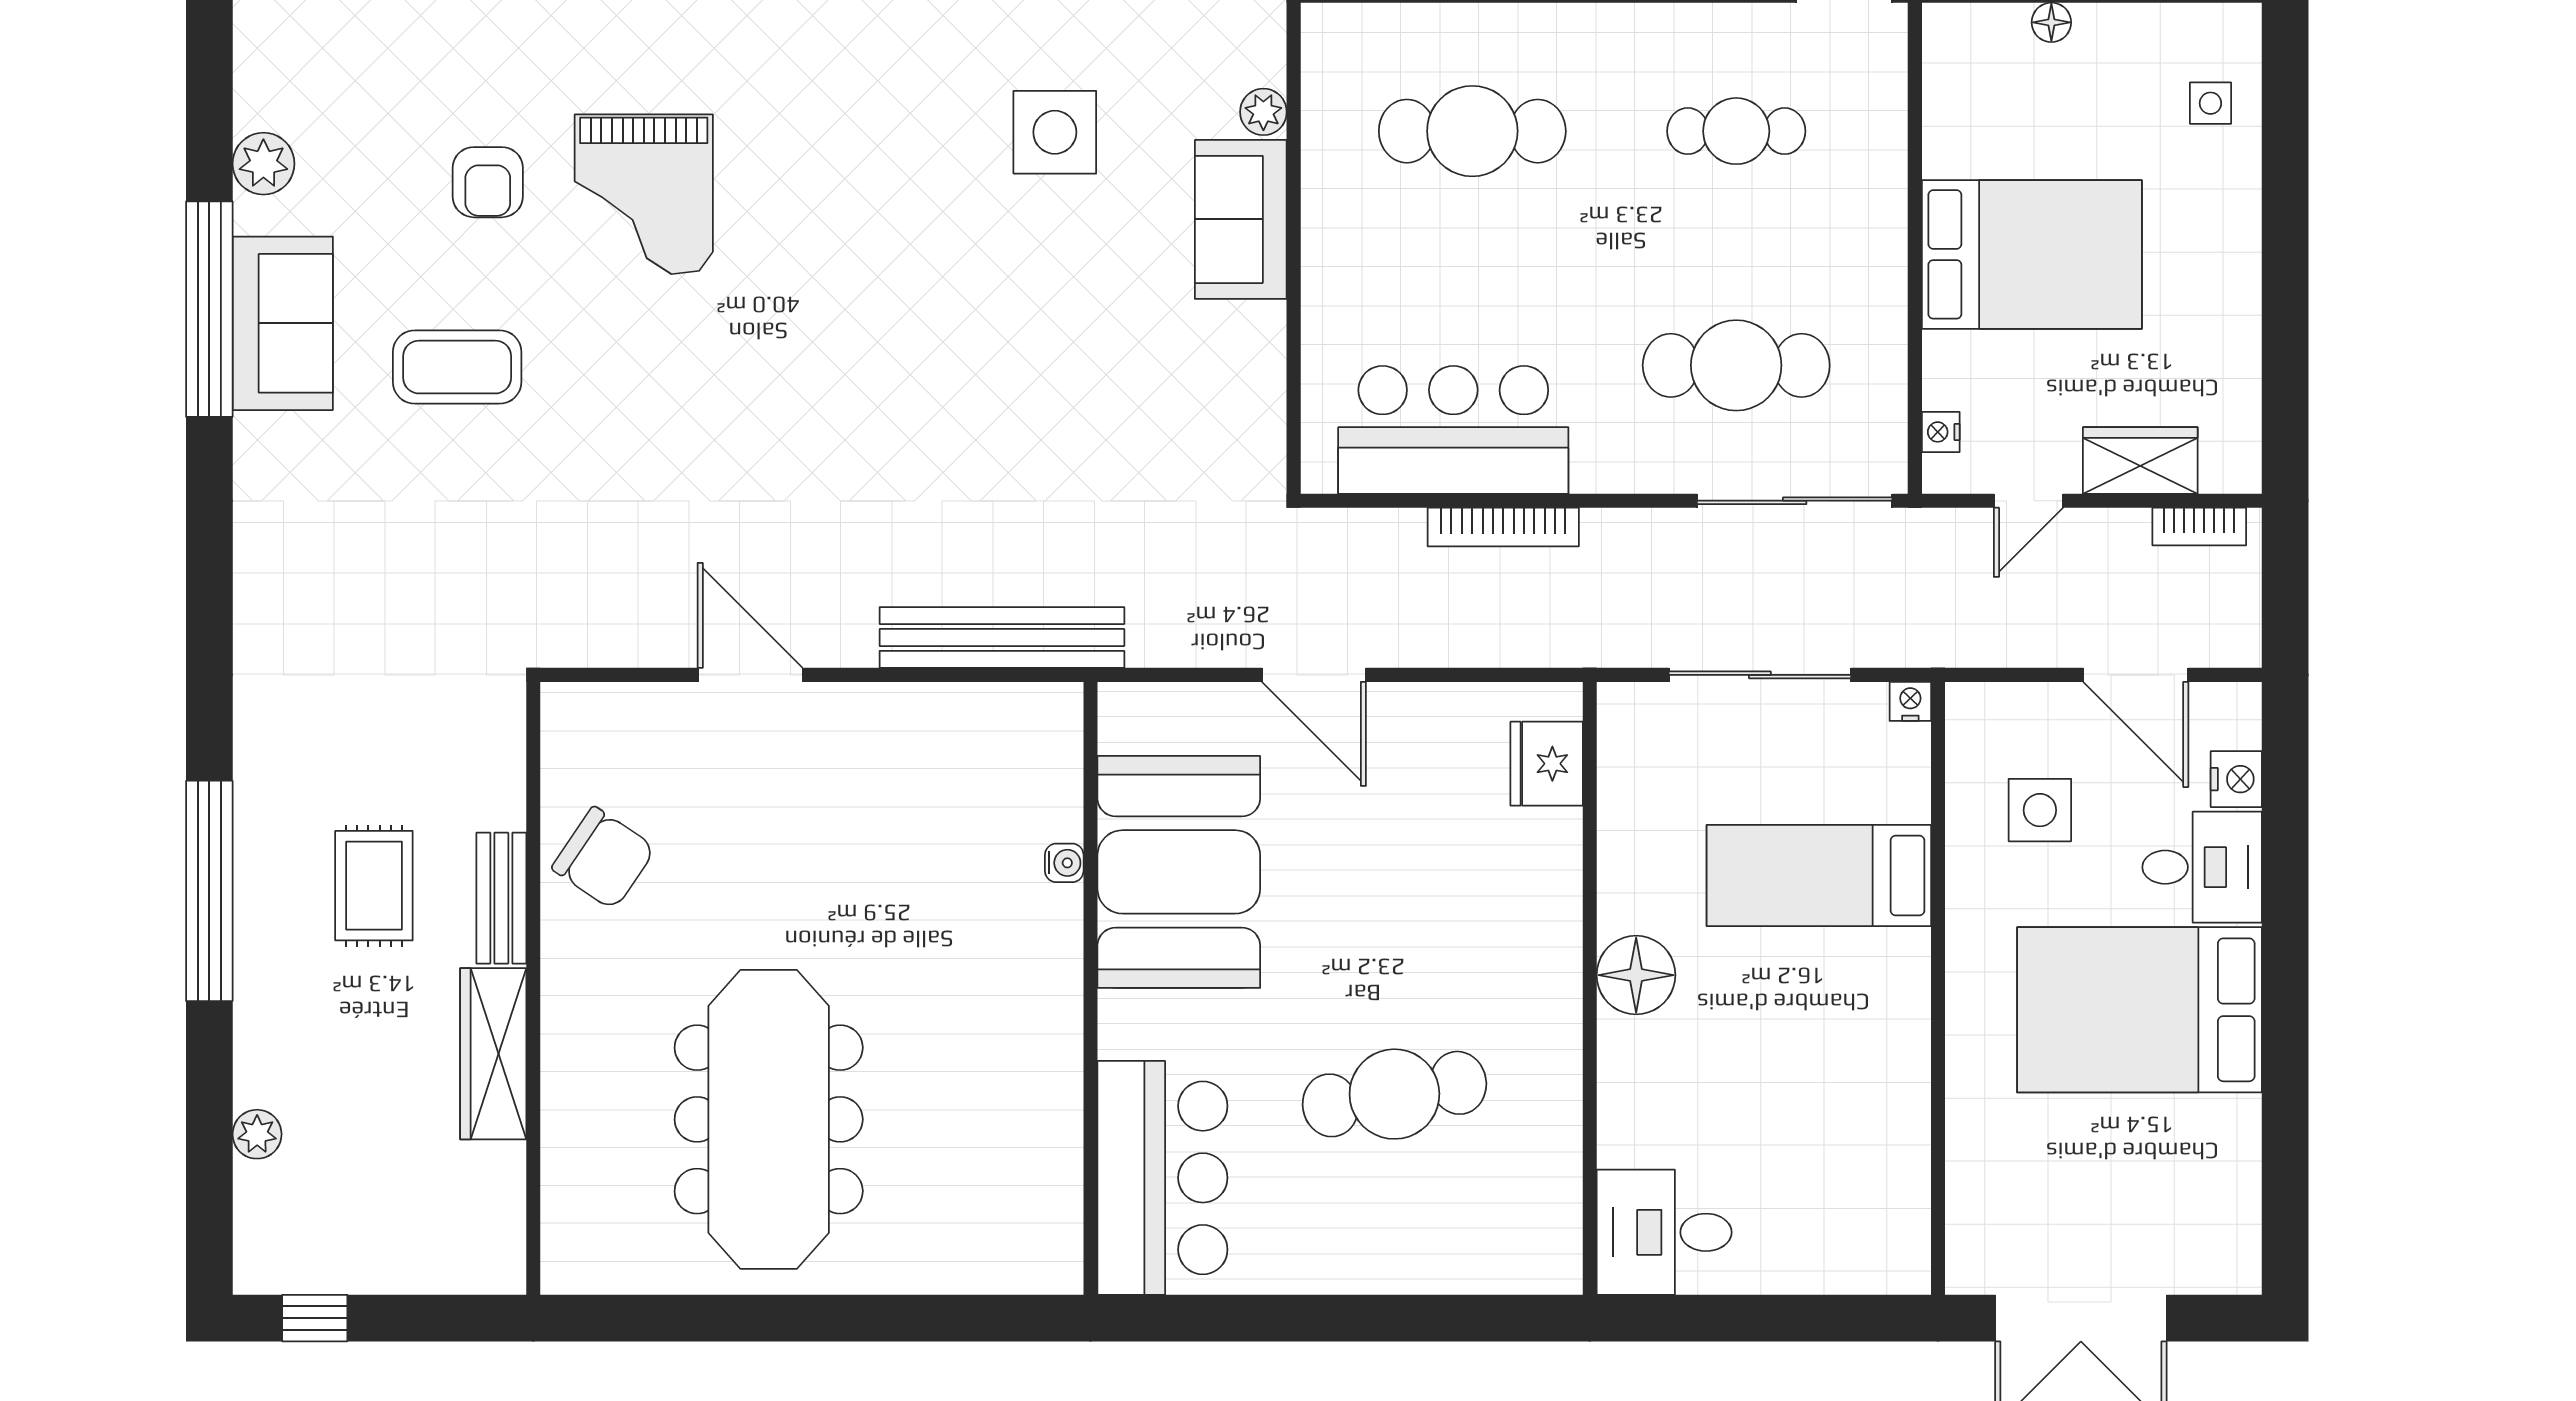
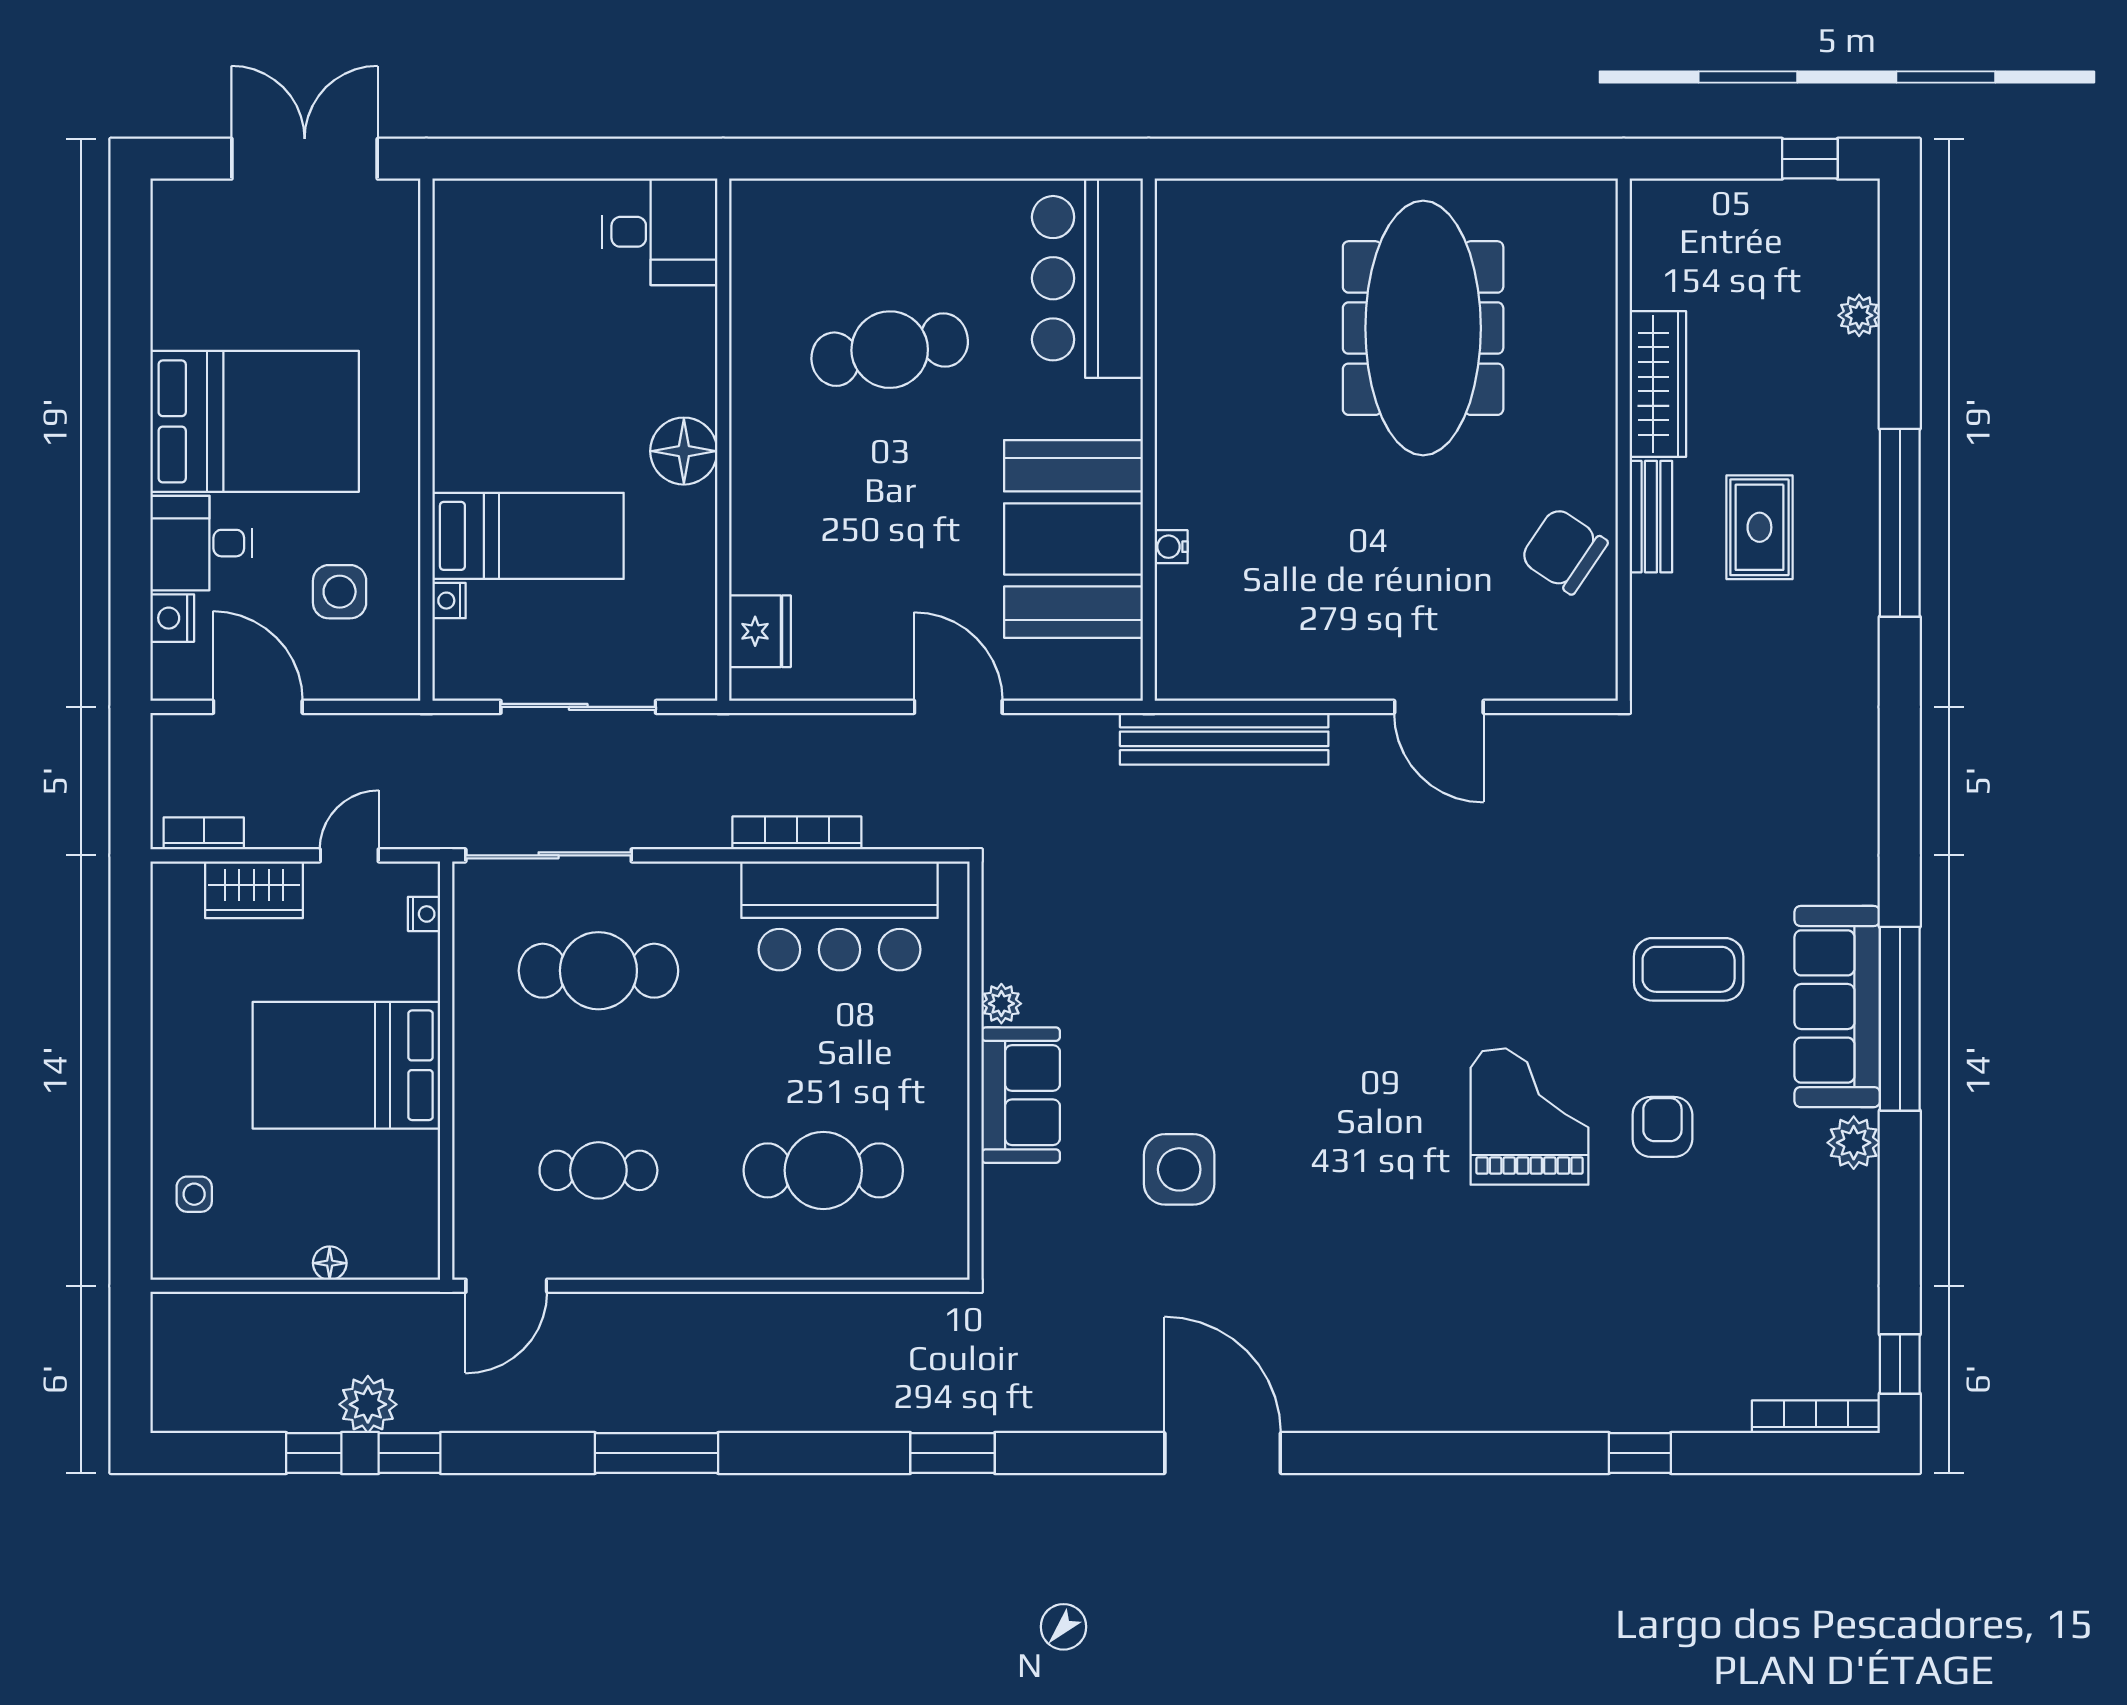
plant: (1263, 112) -> (1001, 1004), moved
sofa: (283, 323) -> (1837, 1007), width x1.36
nightstand: (1910, 701) -> (449, 601), moved, turned 90

